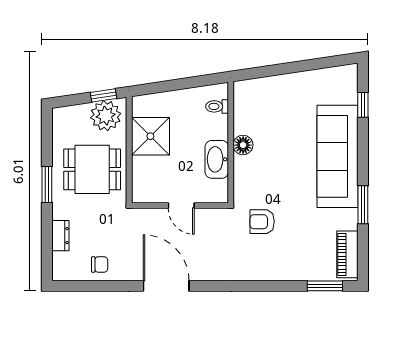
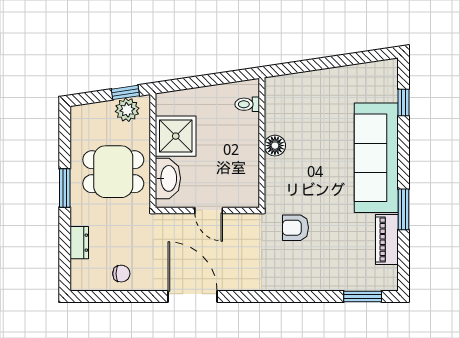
plant: (106, 116) -> (127, 110), width x0.73, depth x0.73
washbasin: (217, 159) -> (168, 178), moved, turned 180
piano: (347, 254) -> (387, 240), moved

